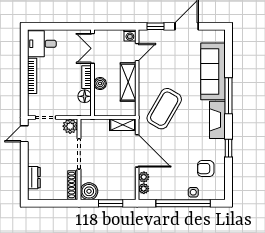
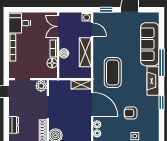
door: (137, 52) -> (92, 30), hinge flipped
coffee table: (164, 109) -> (113, 72), turned -30
armchair: (206, 169) -> (131, 113), moved

